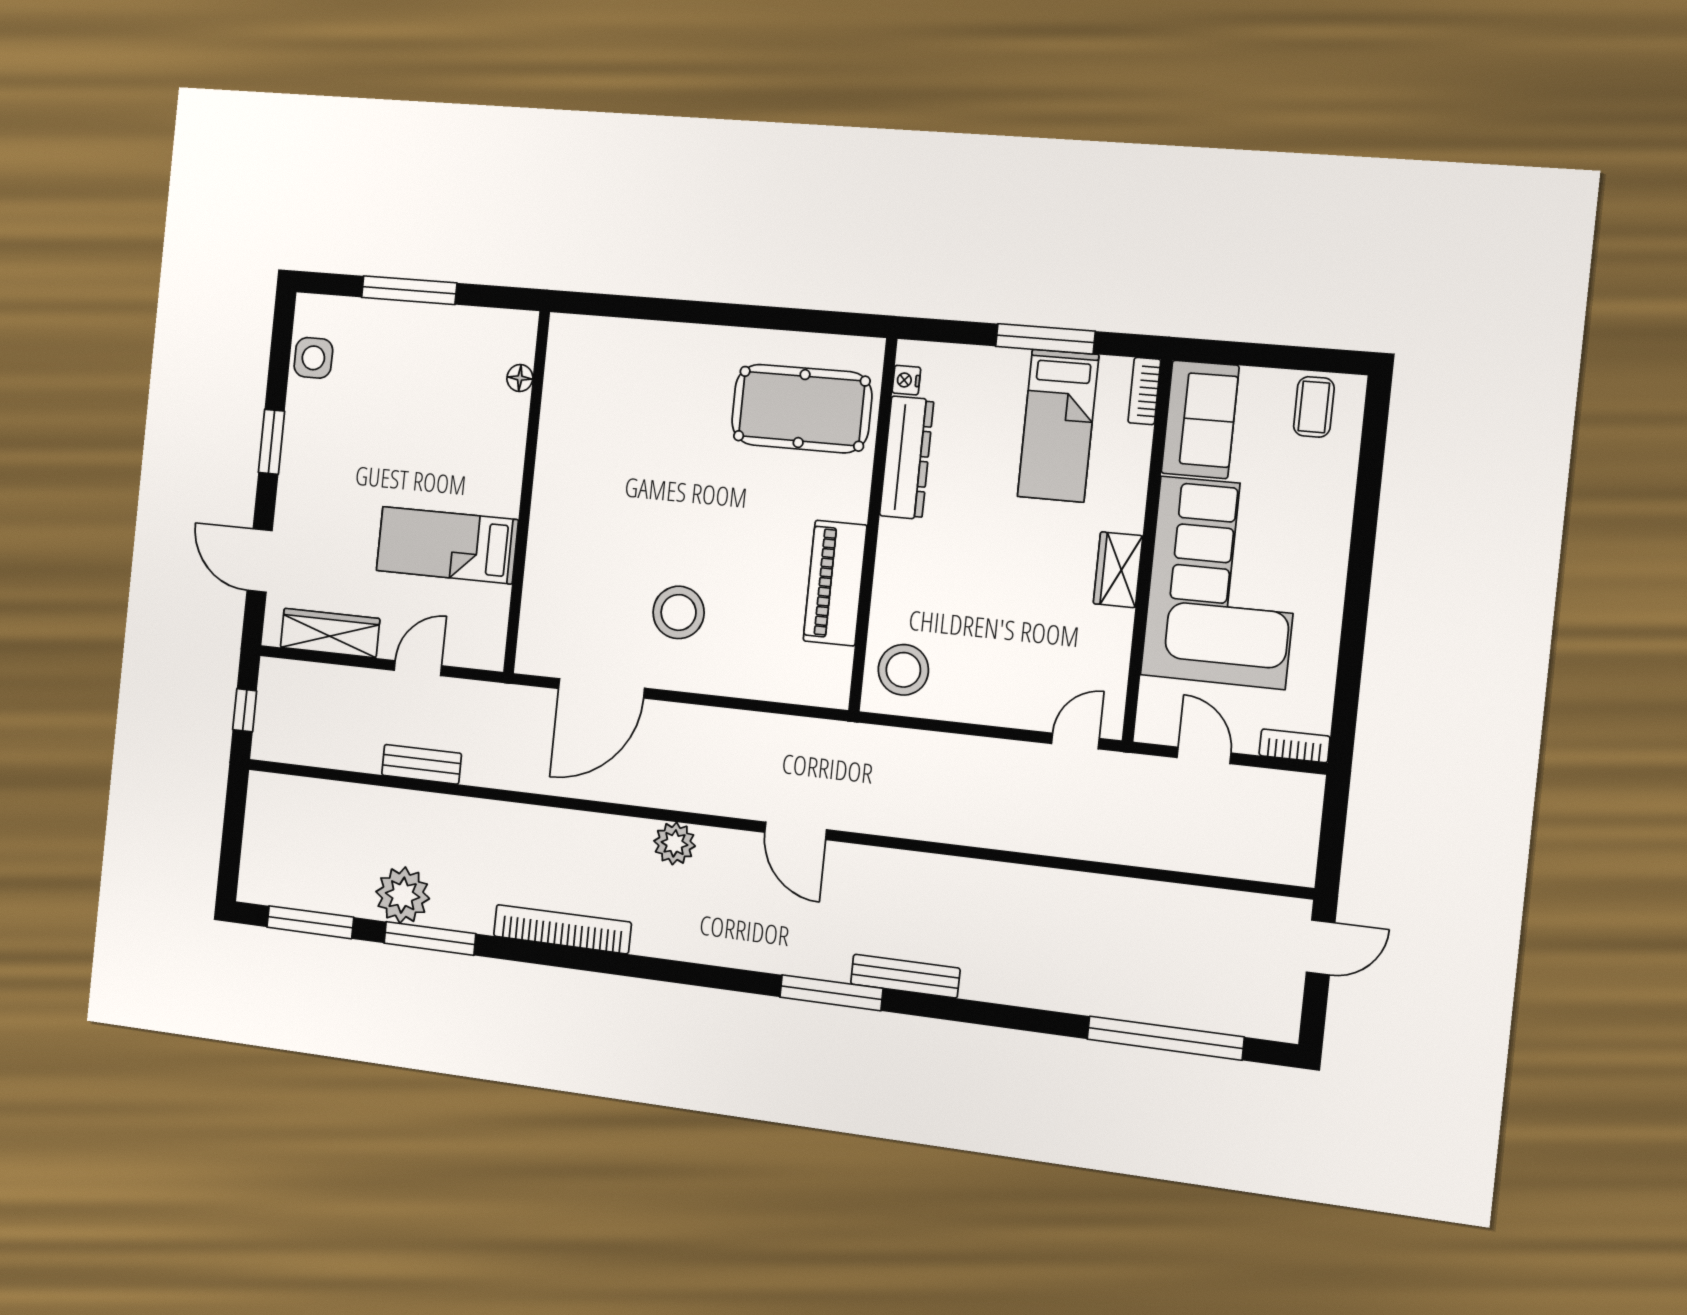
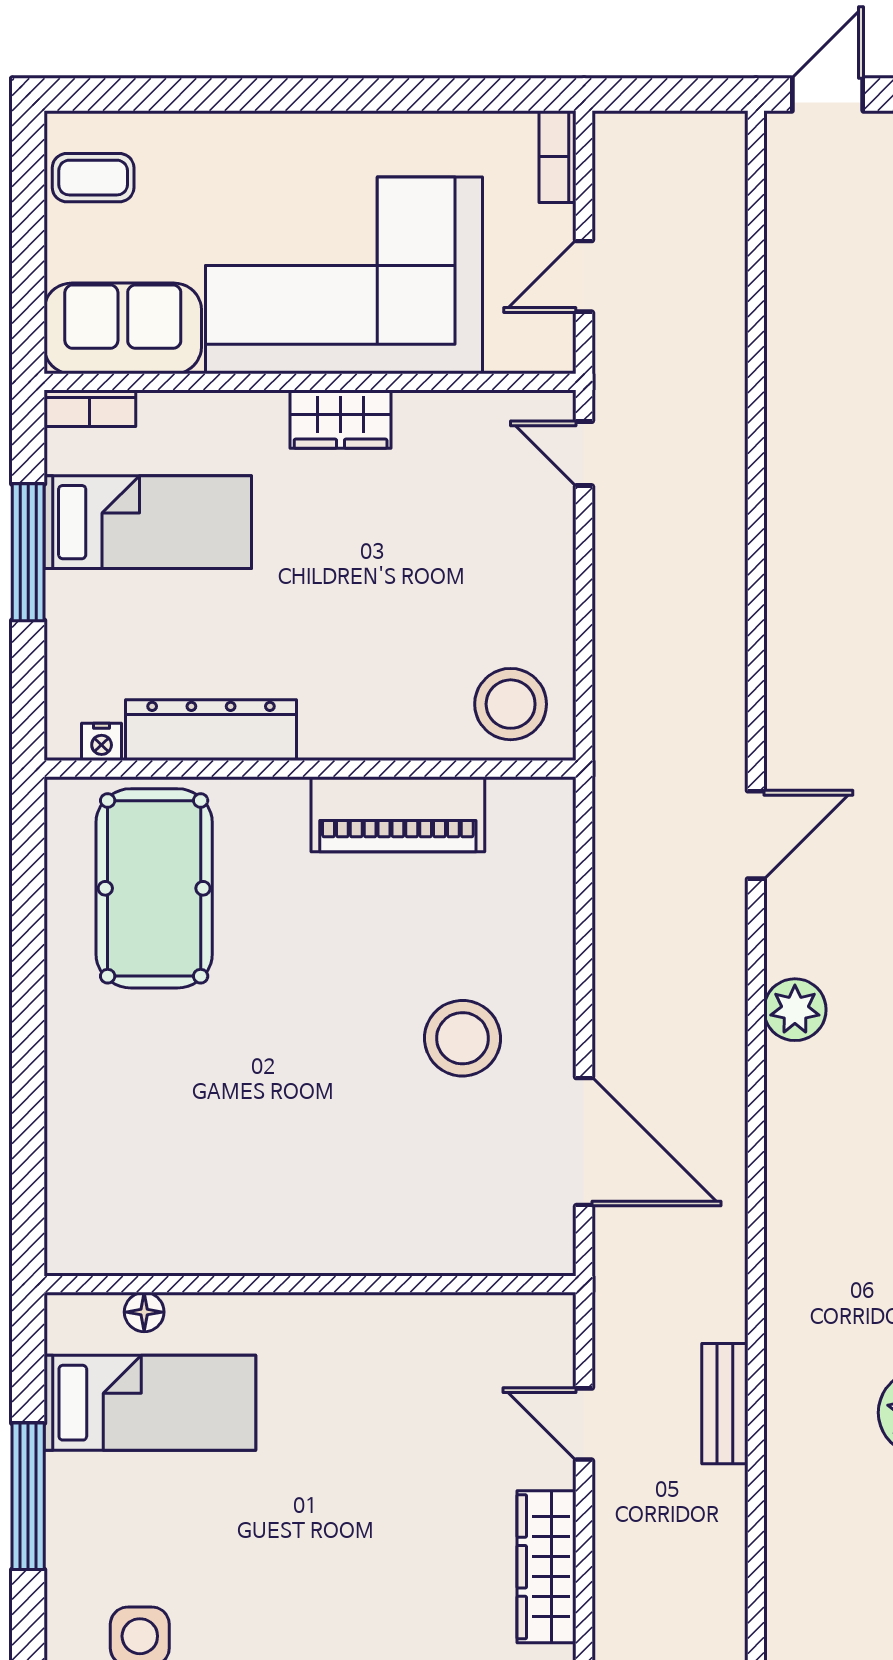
bed: (447, 545) -> (150, 1403), moved, turned -90
door: (1321, 948) -> (828, 95), hinge flipped

